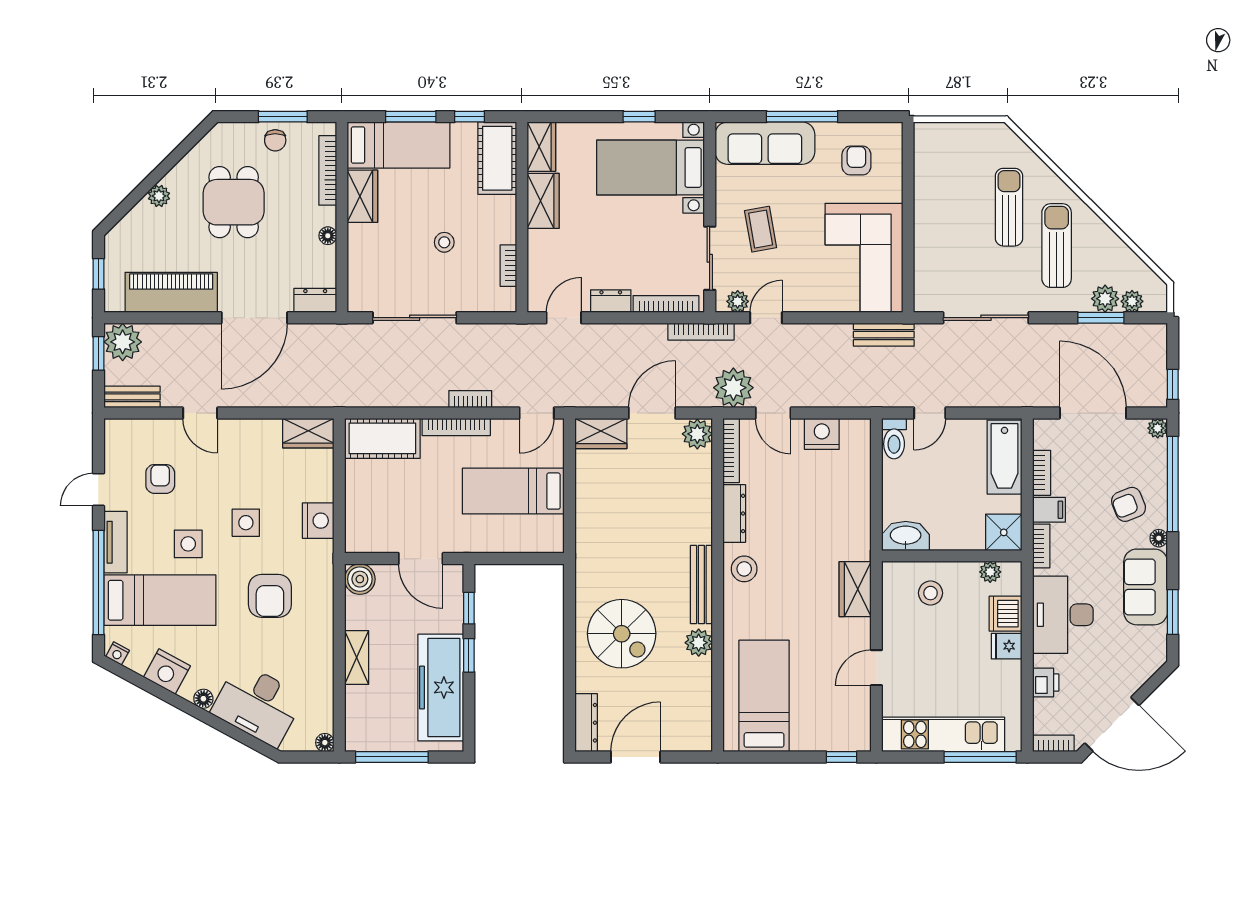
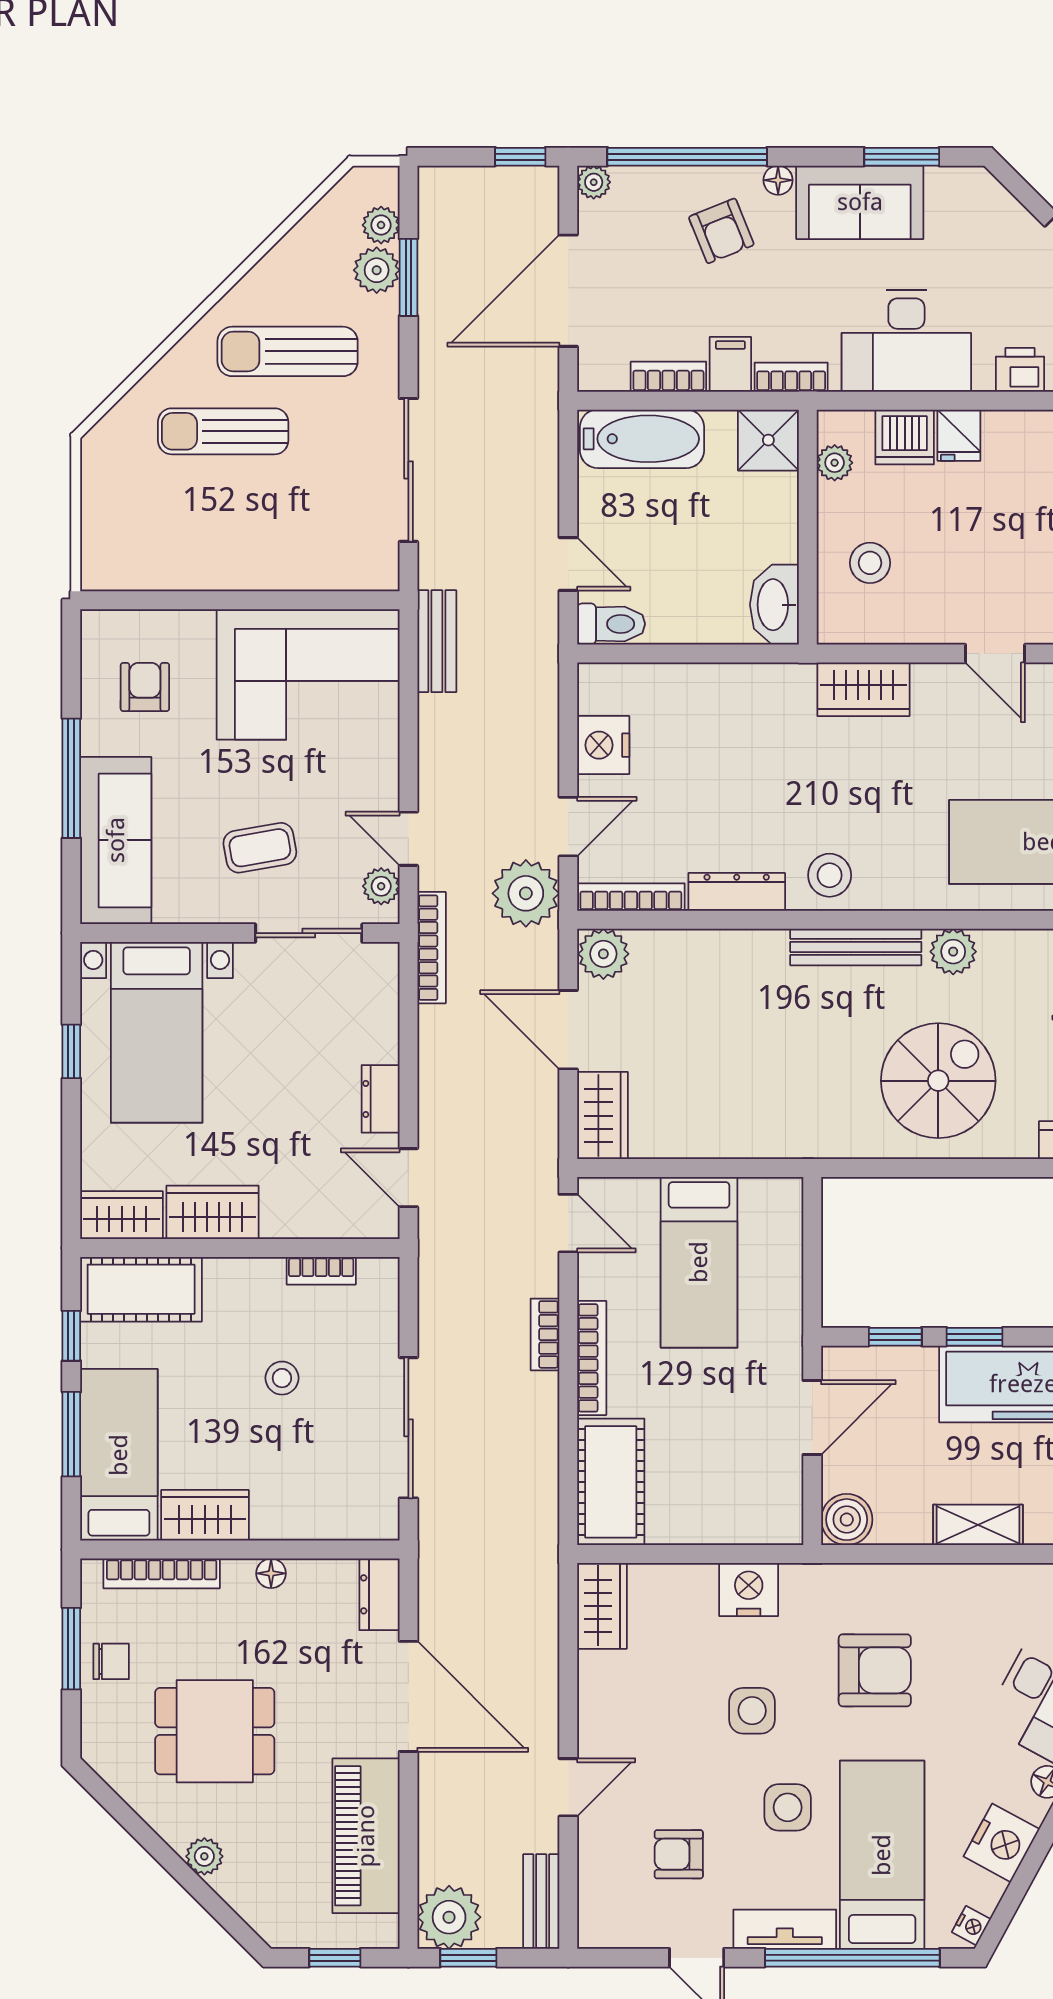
armchair: (856, 160) -> (145, 687), turned 90
bookcase: (666, 304) -> (386, 1006), removed

